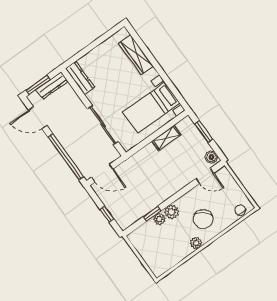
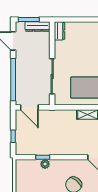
dresser: (80, 78) -> (59, 31), width x0.70
plant: (171, 212) -> (56, 165), removed

